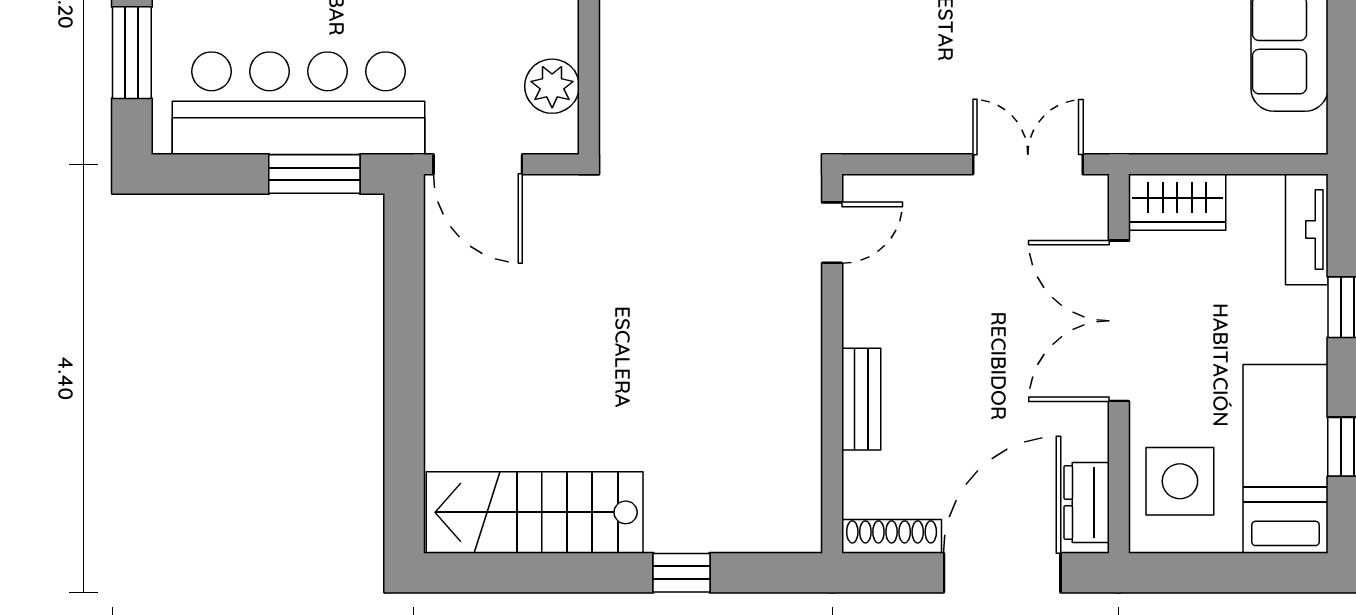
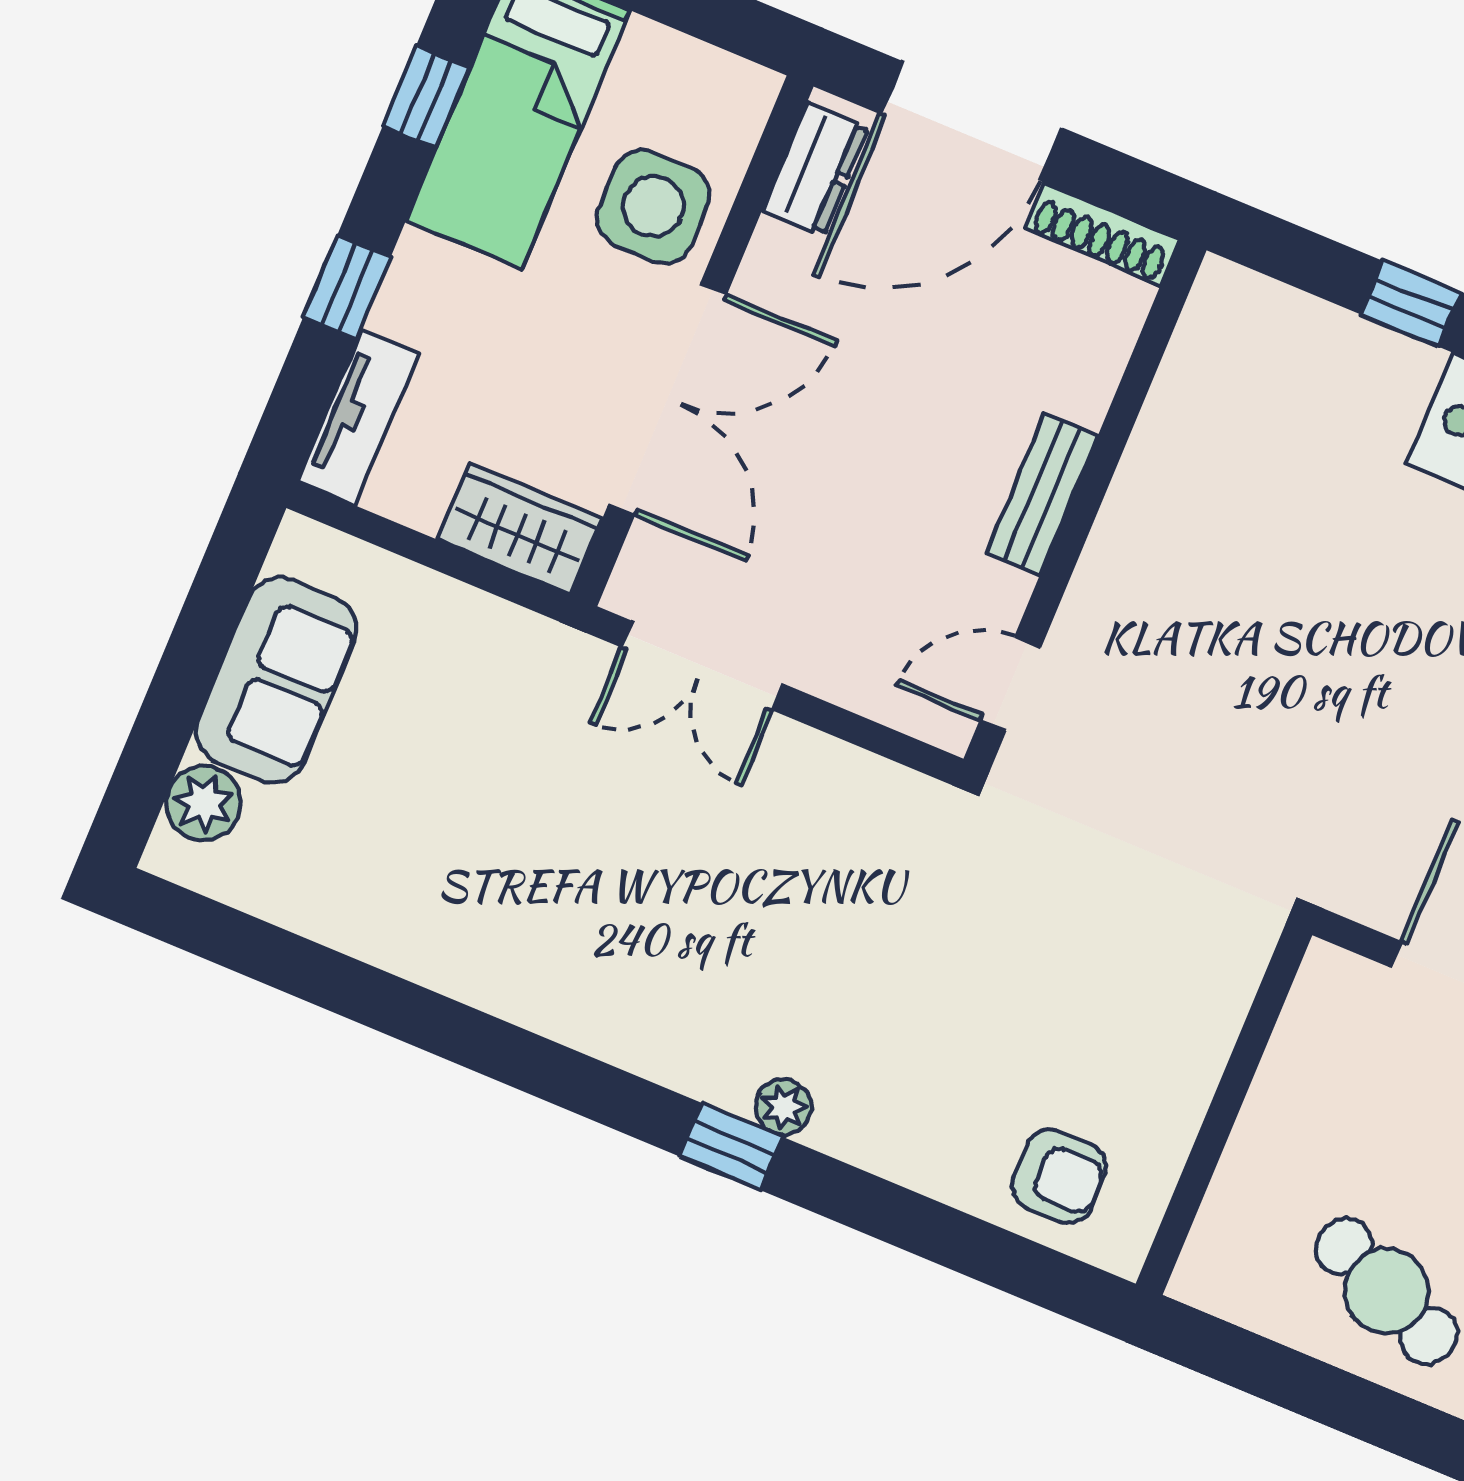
plant: (552, 86) -> (1310, 1044), removed
bench: (861, 399) -> (1042, 495), moved
side table: (1180, 481) -> (653, 207), moved

